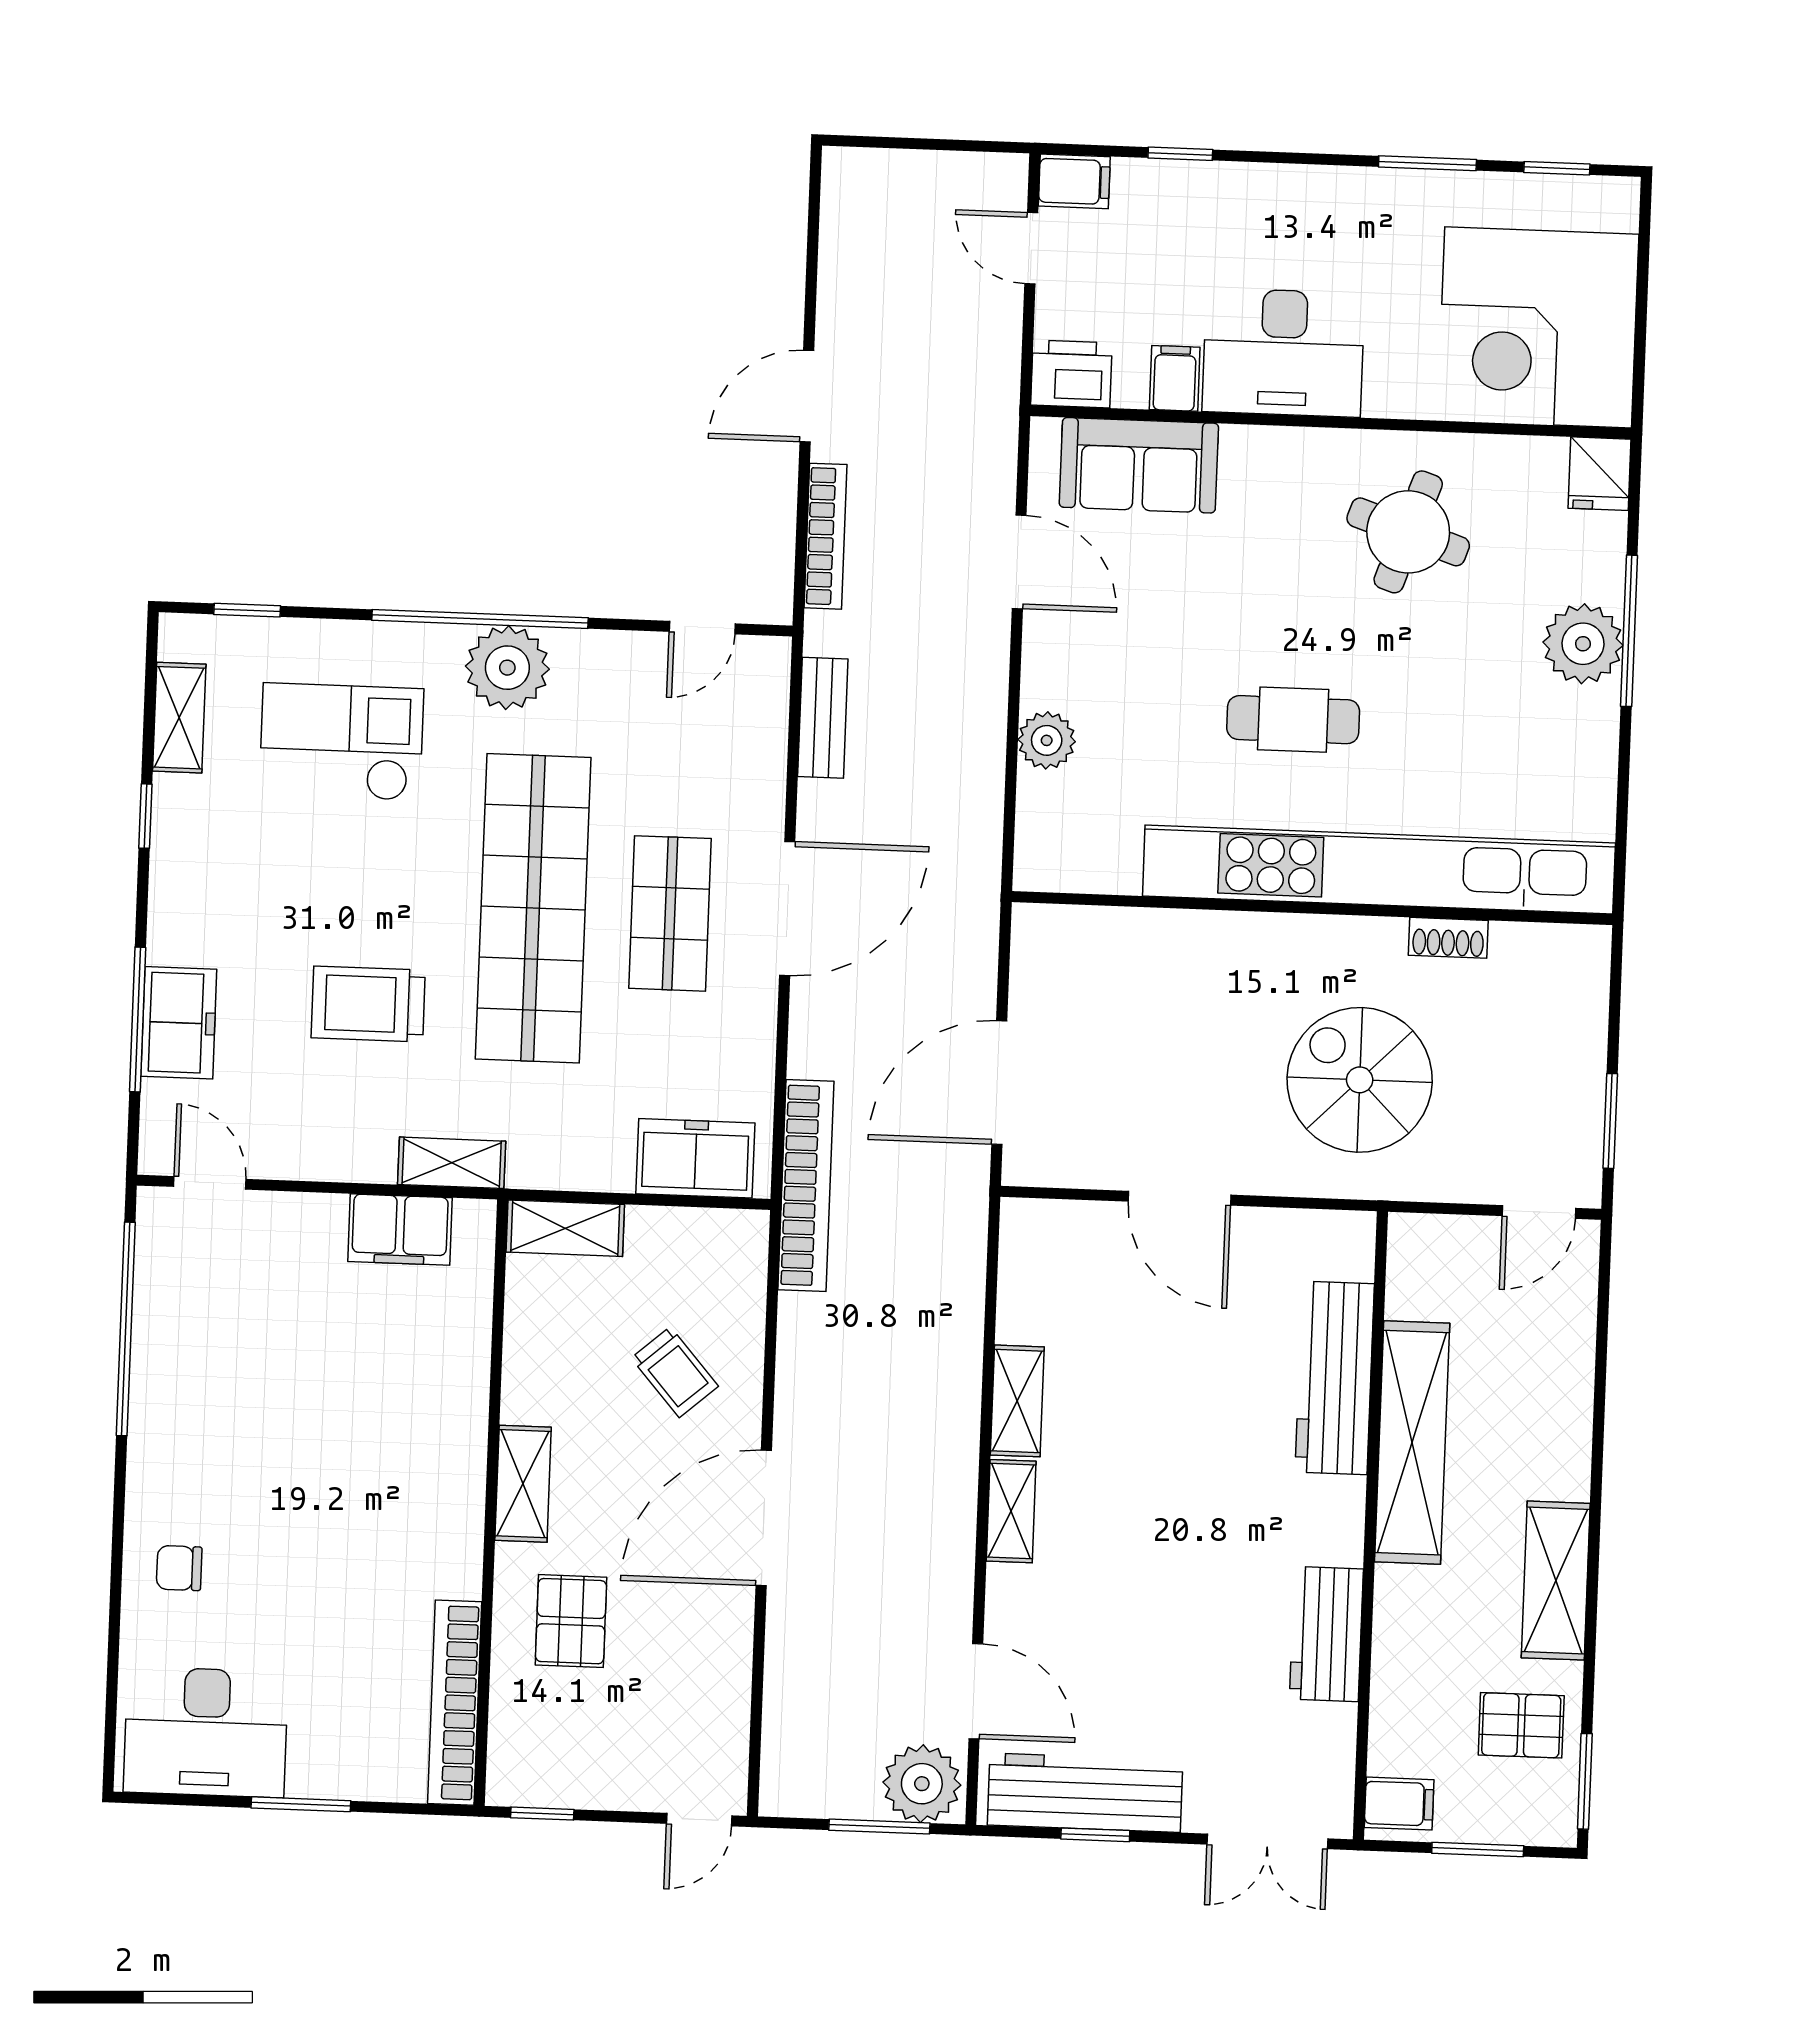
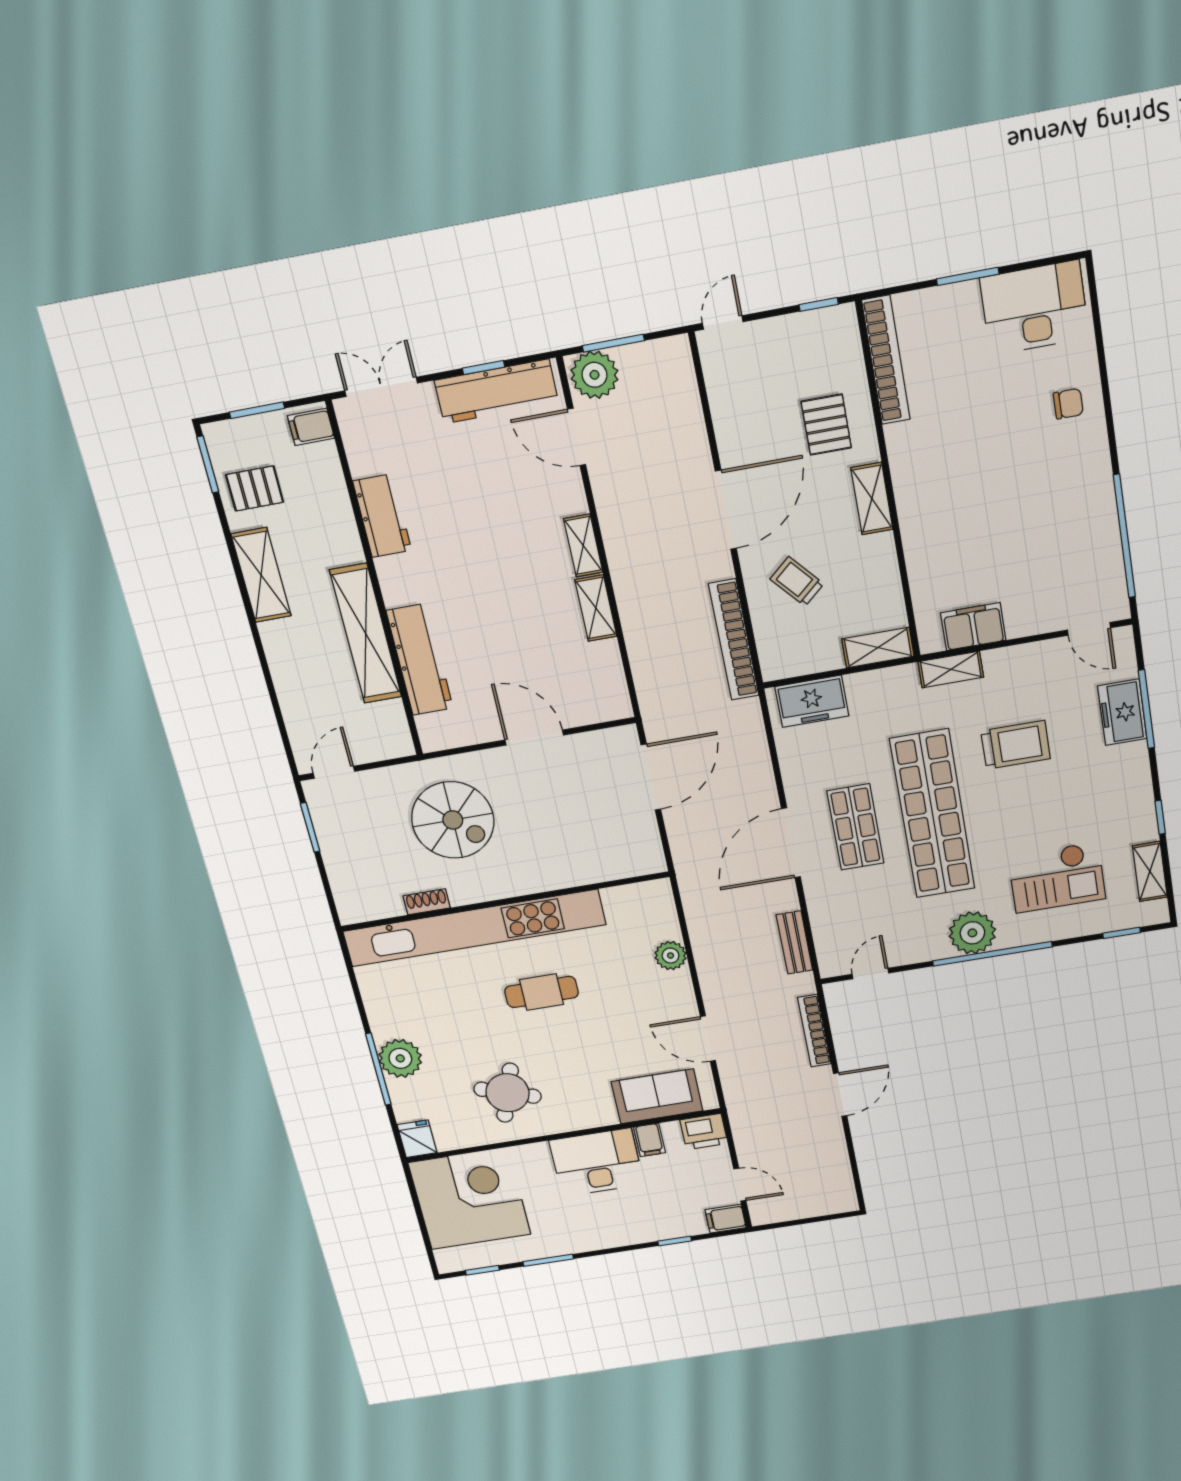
bookcase: (806, 1186) -> (734, 640), moved

